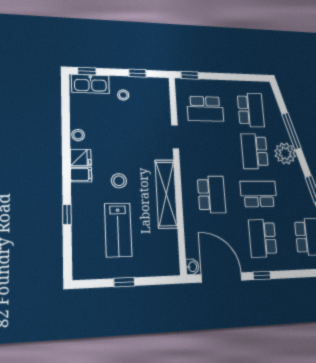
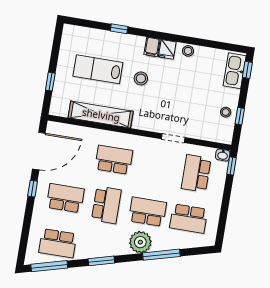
stool: (123, 95) -> (226, 112), moved
shelving: (166, 194) -> (101, 115), moved
school desk: (212, 194) -> (114, 160), turned 180
washbasin: (192, 267) -> (223, 155), moved
window: (124, 282) -> (50, 82), moved

